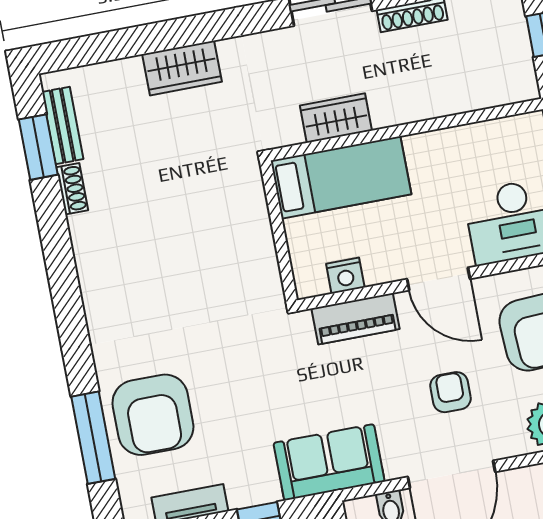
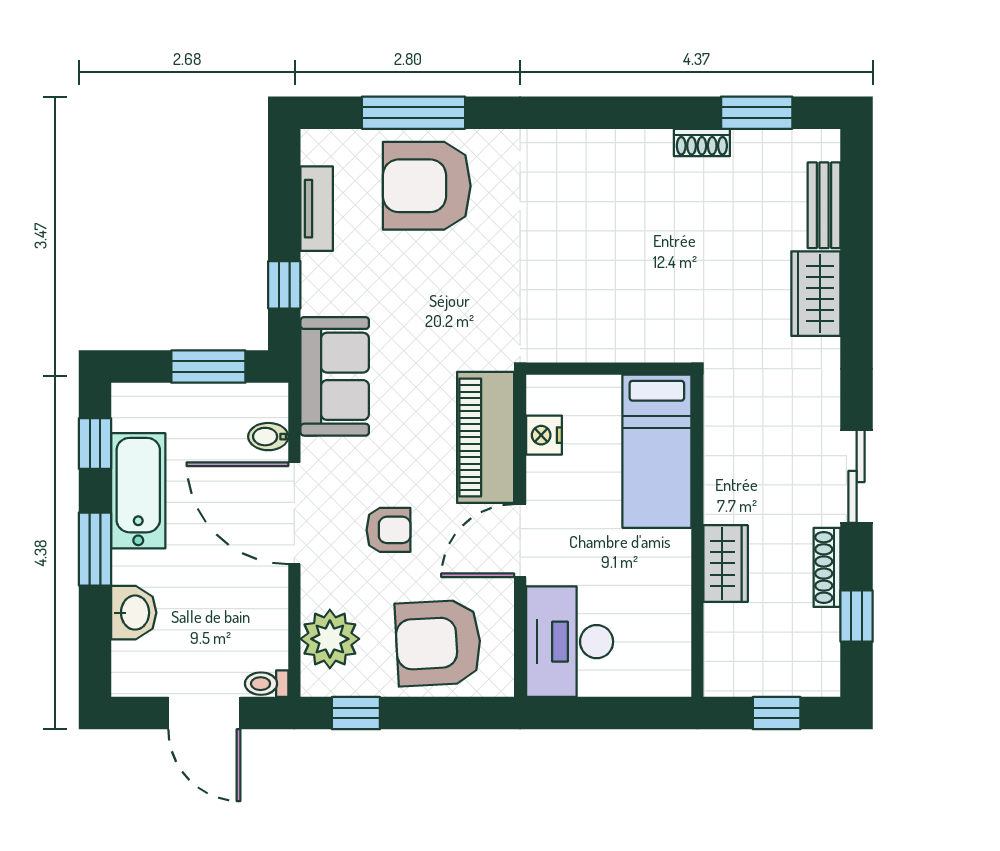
wardrobe: (336, 118) -> (726, 563), moved
bench: (63, 125) -> (824, 205), moved, turned 90
piano: (356, 319) -> (486, 437), width x1.37, depth x1.33

